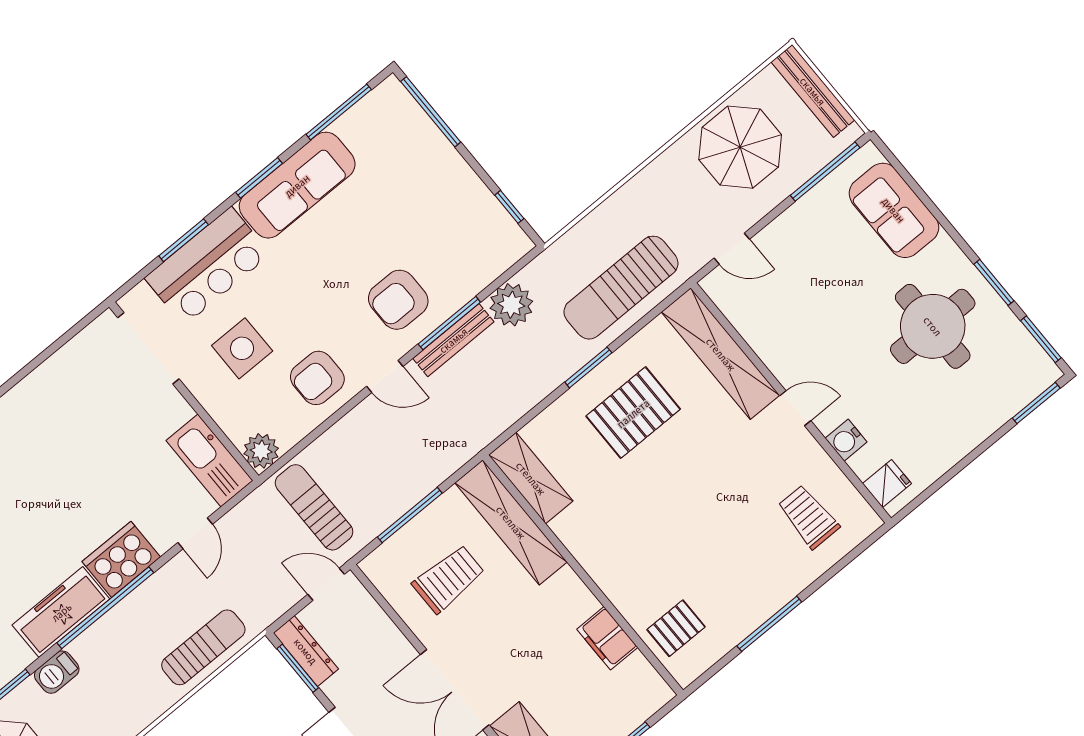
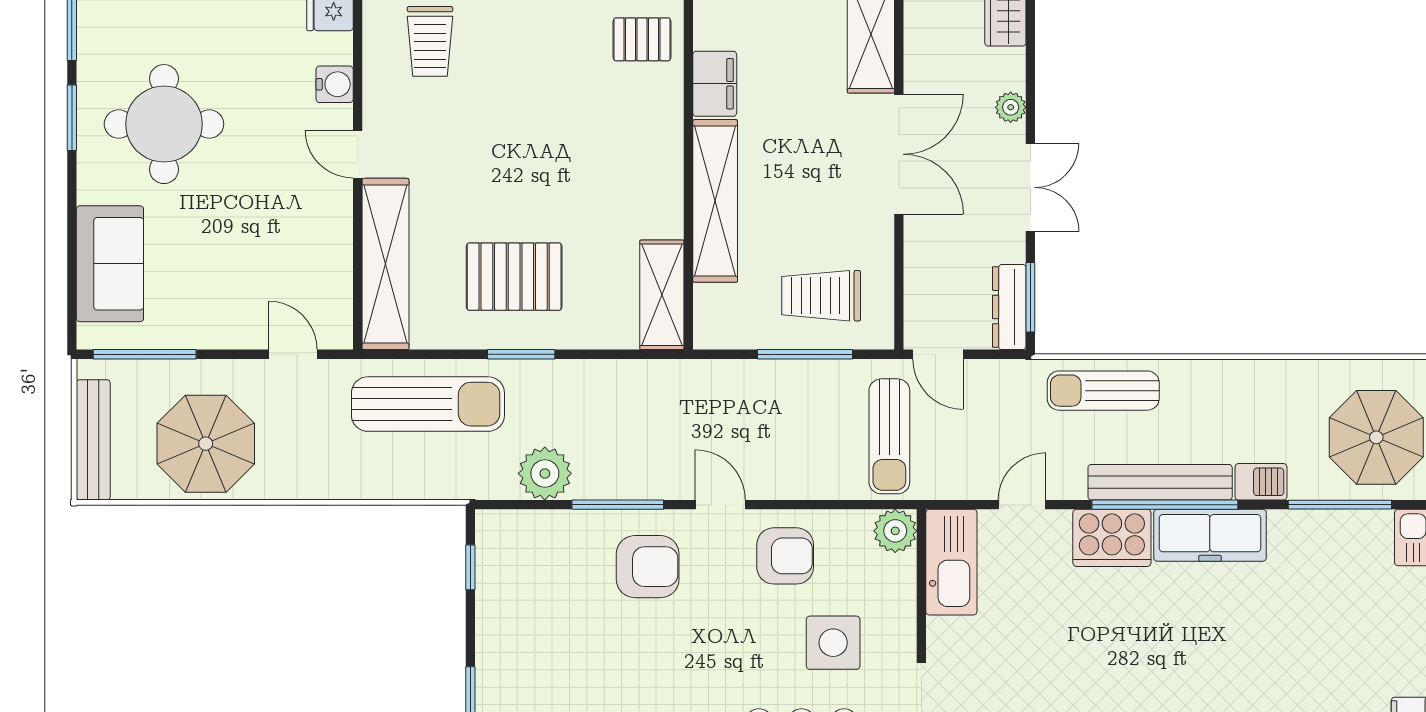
bench: (453, 340) -> (1160, 482), moved, width x1.37, depth x1.21
shelving: (511, 522) -> (715, 201), moved
trolley: (448, 579) -> (821, 296), moved

